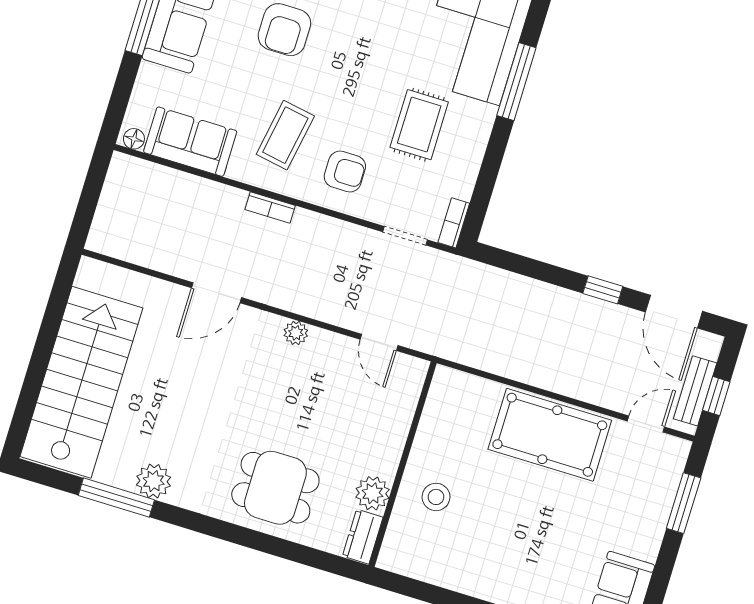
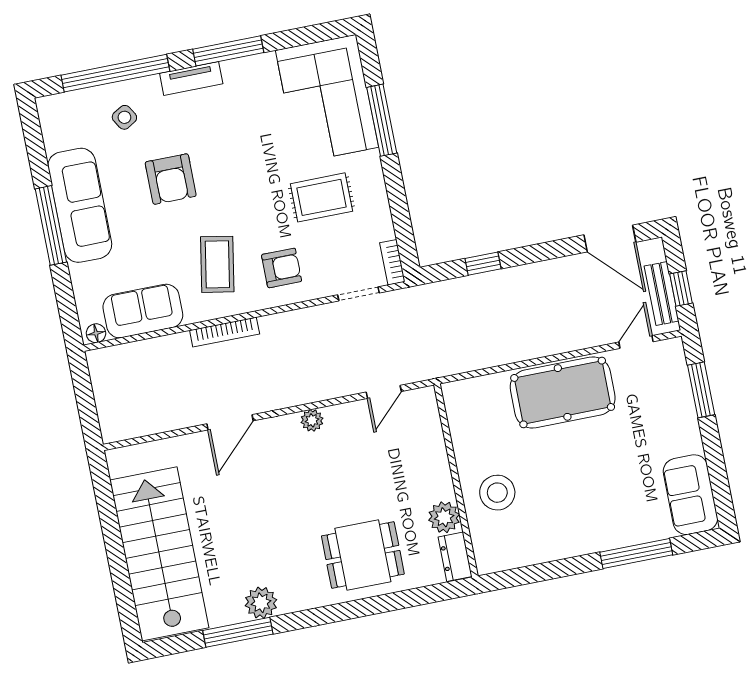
rug: (419, 125) -> (321, 197), turned 90
bookcase: (270, 208) -> (225, 332), width x1.56
window: (603, 290) -> (483, 264), moved
door: (379, 342) -> (384, 392), hinge flipped
stool: (436, 497) -> (497, 493), width x1.38, depth x1.38

